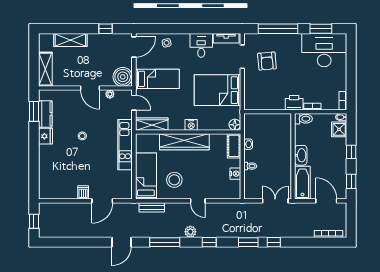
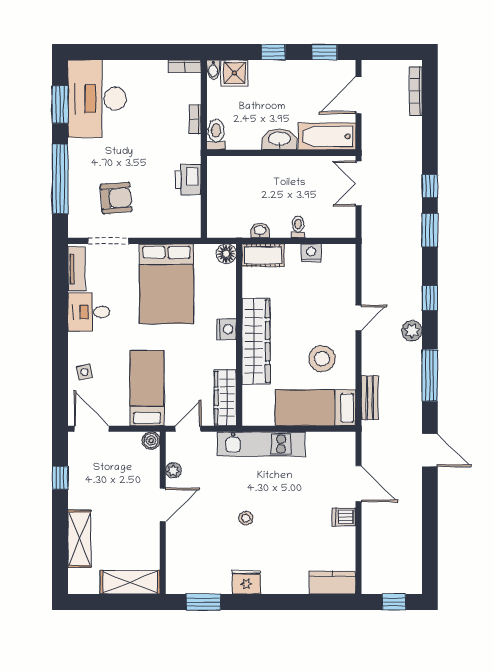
boiler: (123, 77) -> (151, 441), width x0.54, depth x0.54
printer: (294, 103) -> (188, 179), moved
kitchen counter: (45, 114) -> (332, 583), moved

